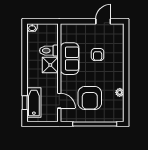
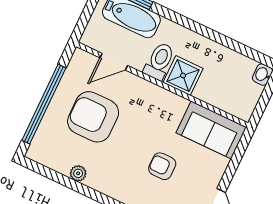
toilet: (49, 51) -> (159, 61), moved
sofa: (70, 59) -> (211, 130), moved

